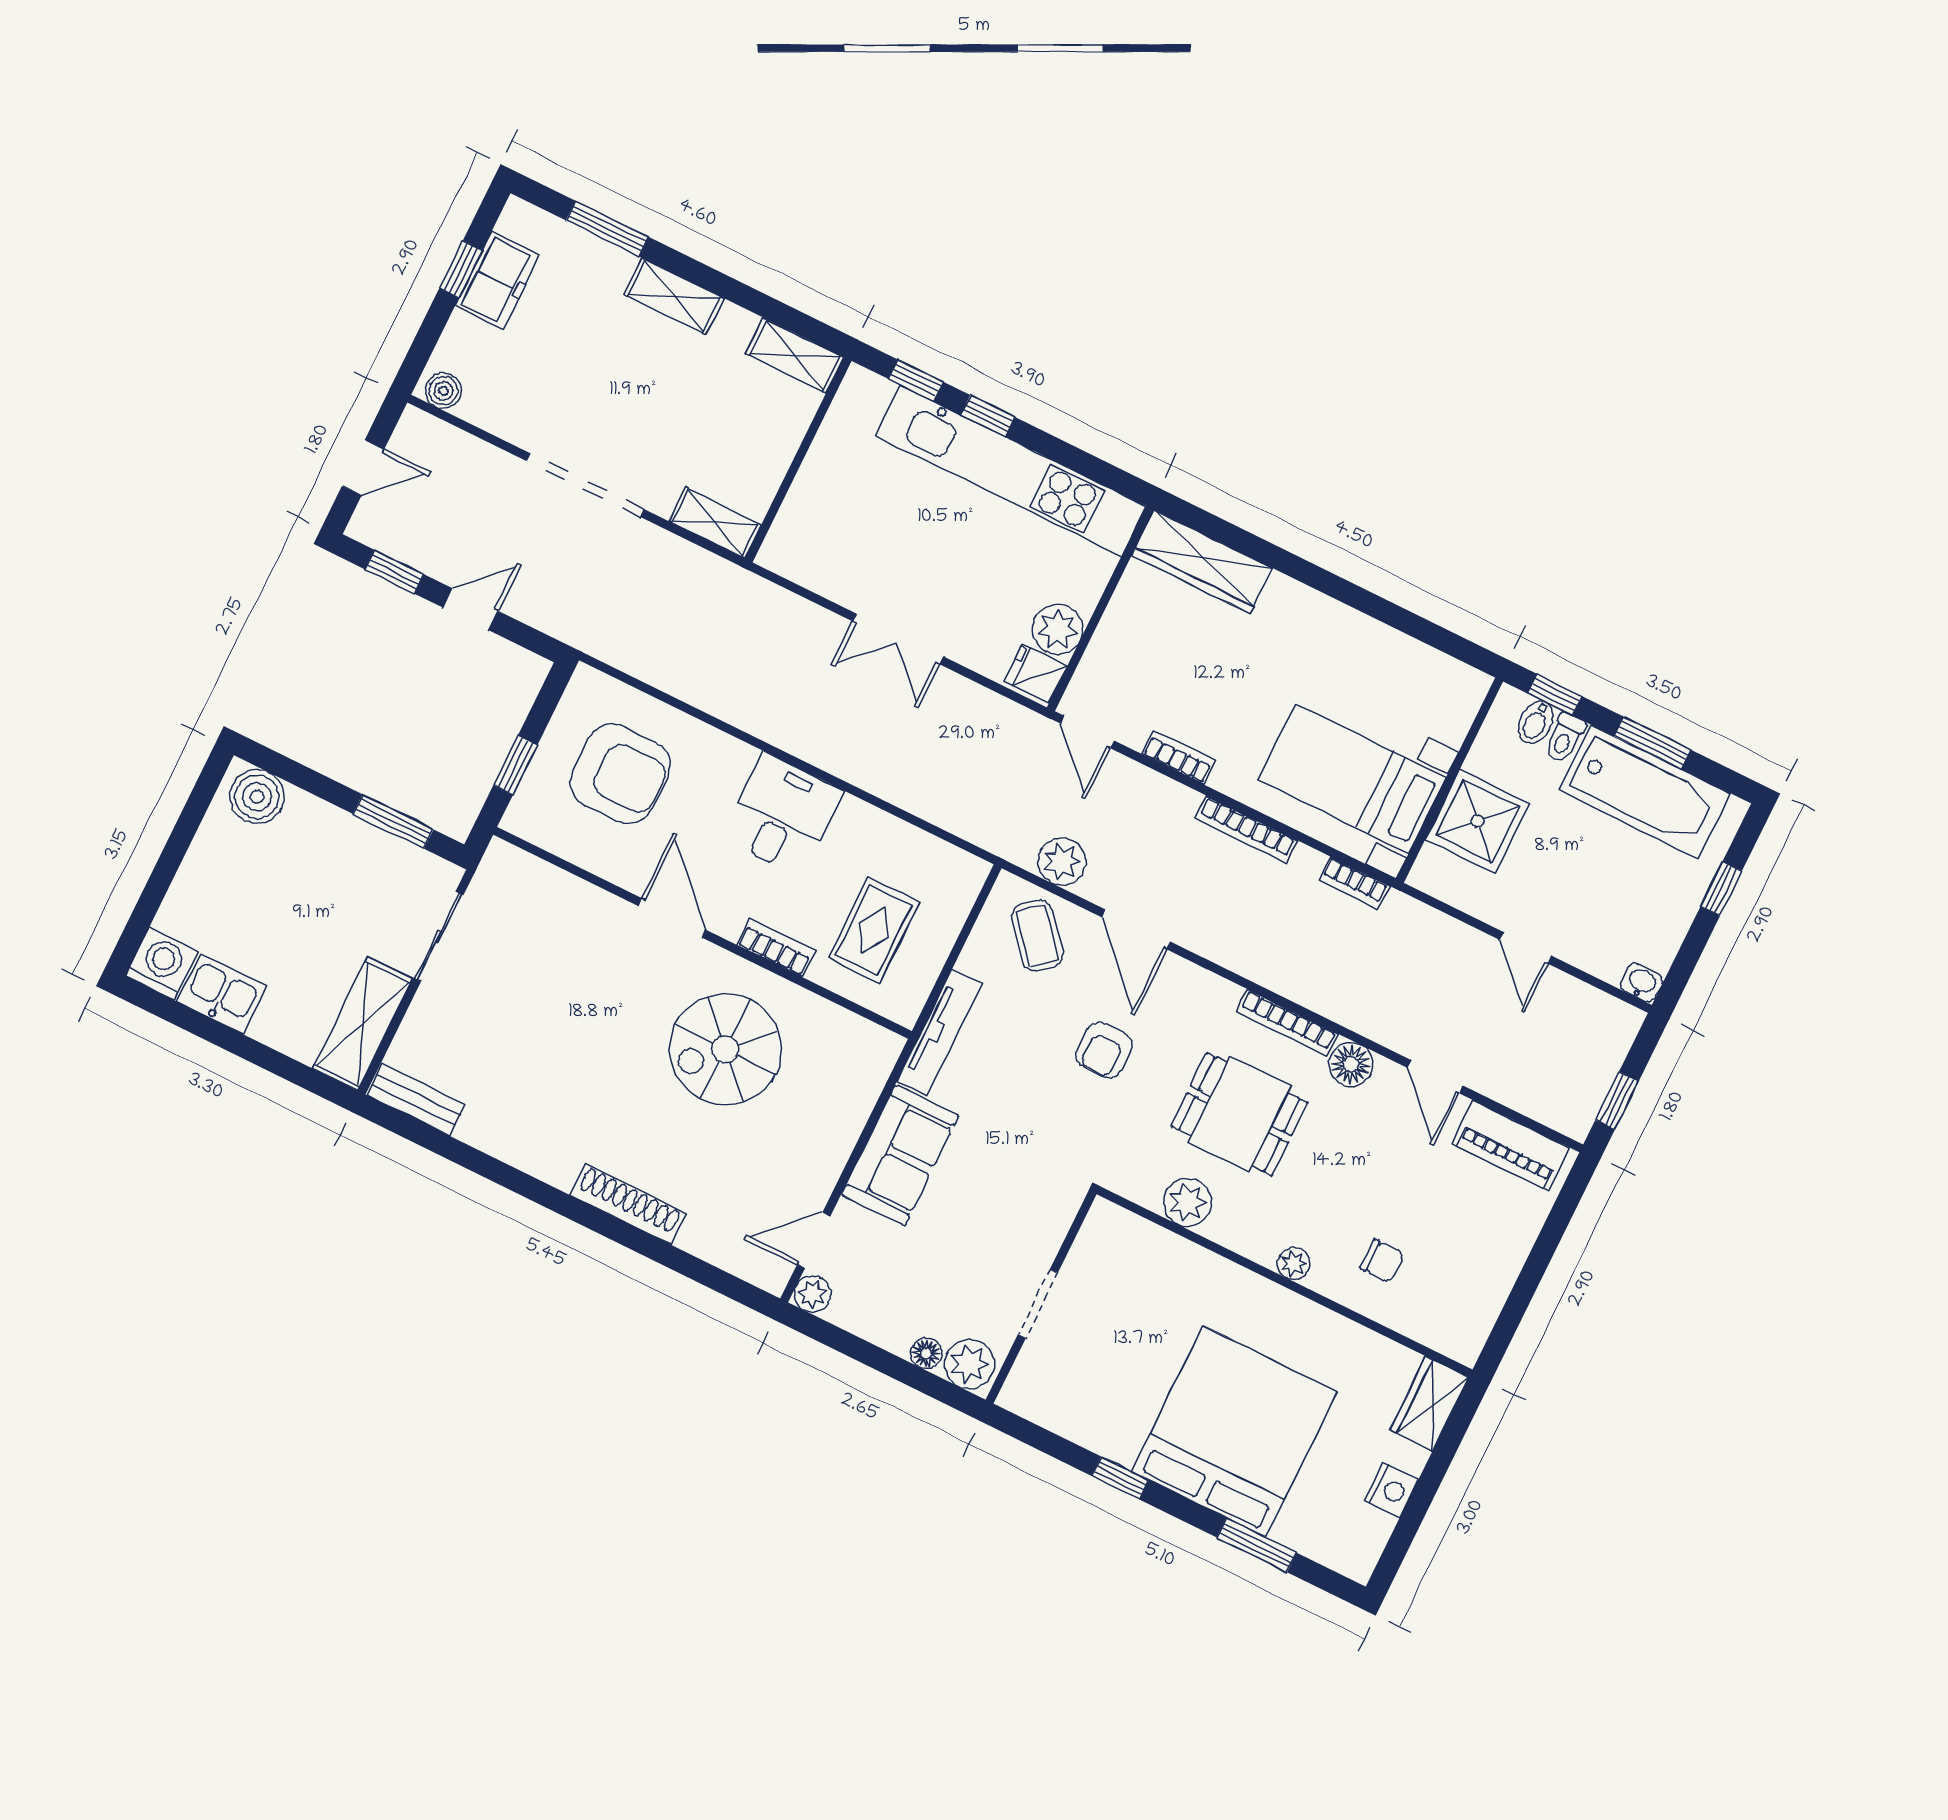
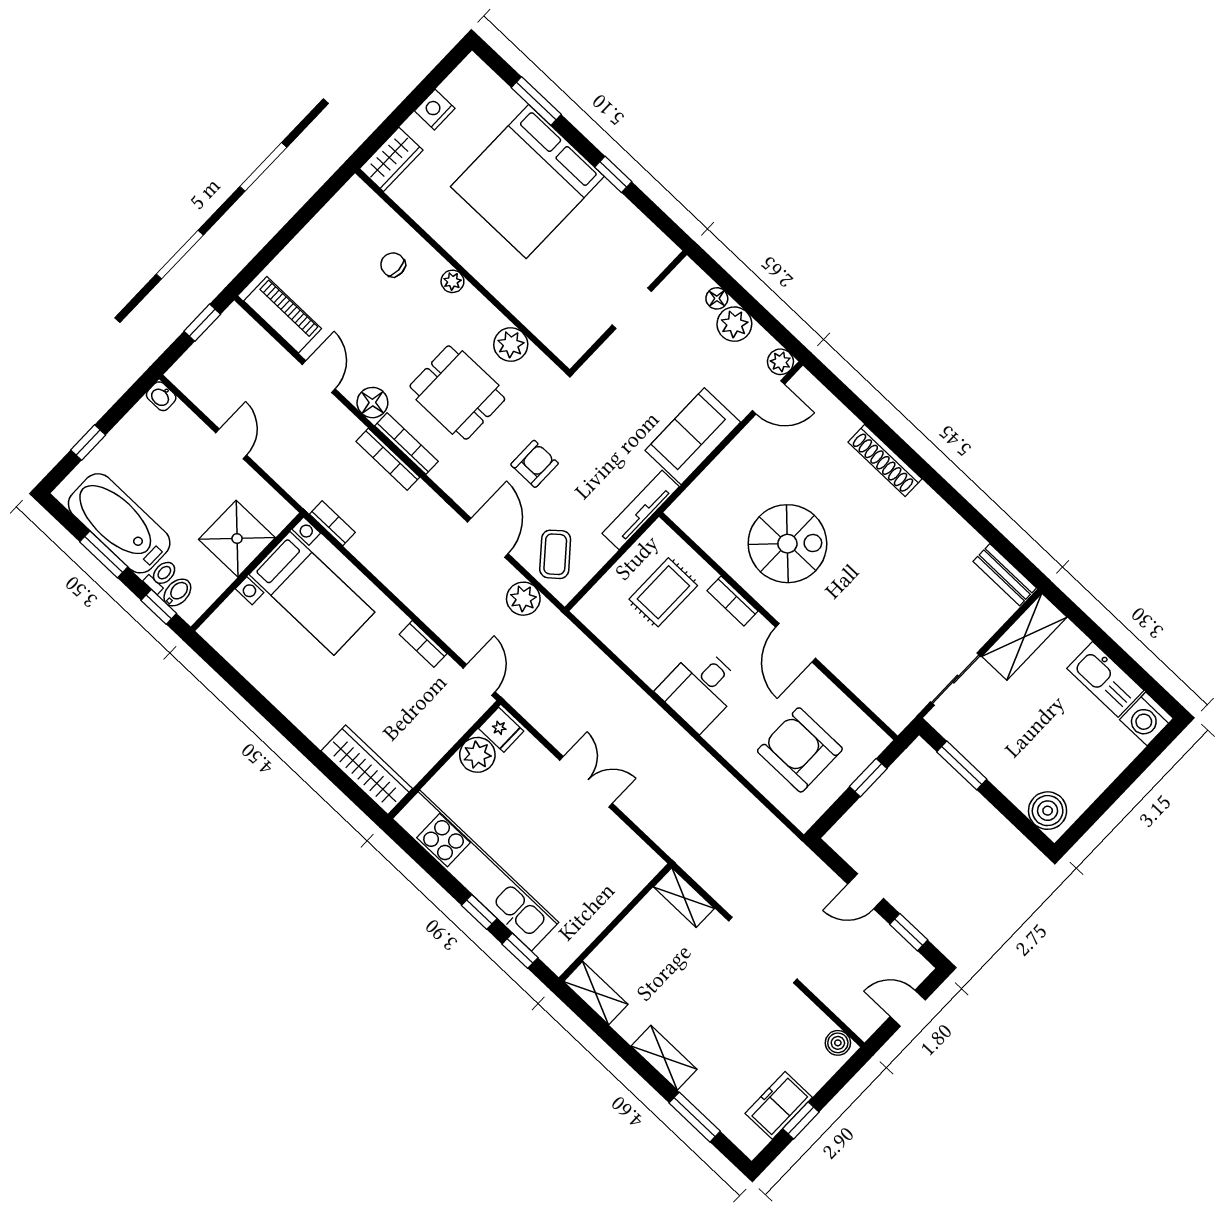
bookcase: (1246, 829) -> (388, 459), moved, turned 180
kitchen sink: (222, 994) -> (1105, 679), width x1.38
plant: (969, 1364) -> (734, 324), moved

